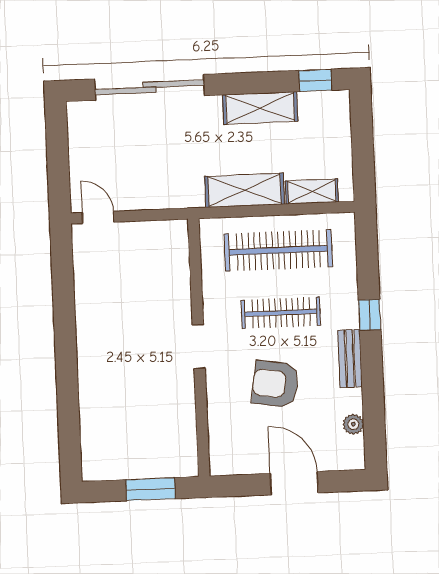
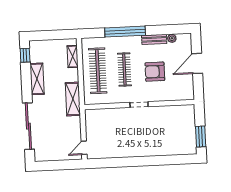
shelving: (244, 190) -> (73, 99), moved
window: (370, 315) -> (125, 32), width x3.17
bench: (350, 358) -> (154, 39), moved
armchair: (275, 384) -> (155, 72), turned 81
window: (150, 489) -> (201, 136), moved

